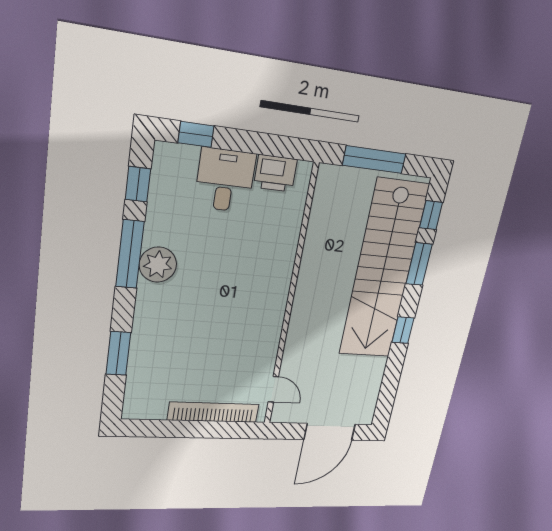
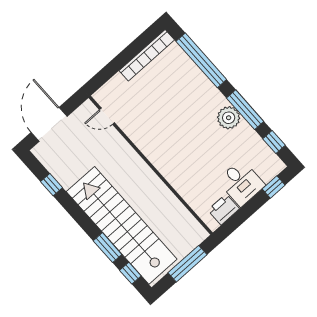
window: (403, 330) -> (51, 185), moved
window: (118, 353) -> (201, 60), width x2.11
bookcase: (214, 412) -> (147, 55), moved

